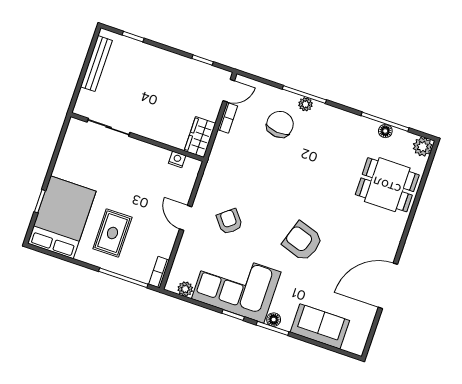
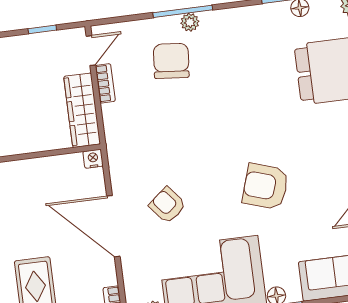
wardrobe: (200, 137) -> (82, 110), width x1.50
nightstand: (177, 159) -> (93, 159), moved
door: (186, 218) -> (113, 226), width x1.87

